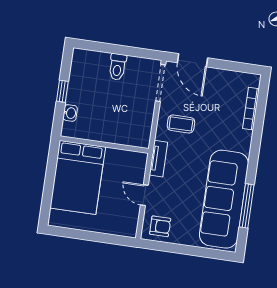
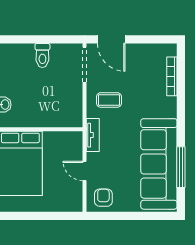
armchair: (160, 226) -> (103, 198), turned -90

